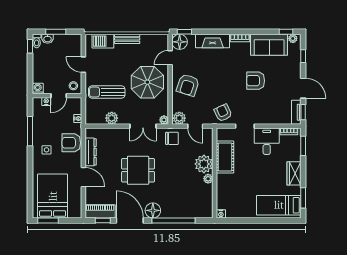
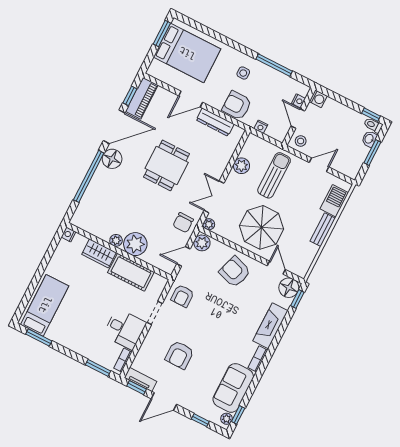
armchair: (256, 81) -> (179, 355), moved, turned 180
armchair: (223, 113) -> (182, 296), turned 115
armchair: (71, 143) -> (237, 105), turned -90
wardrobe: (294, 173) -> (99, 253), moved, turned 180

